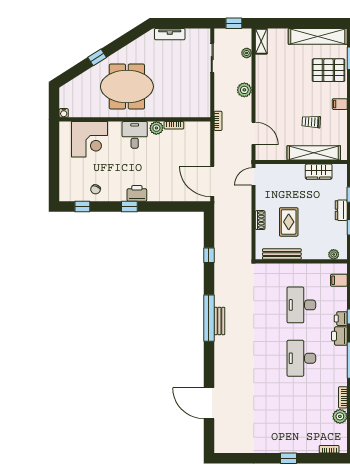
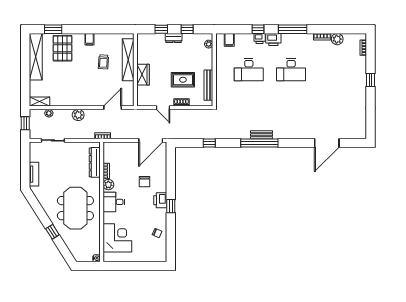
dresser: (185, 111) -> (95, 162), added
wardrobe: (319, 172) -> (143, 75), moved
chair: (160, 174) -> (145, 182), added
door: (254, 177) -> (163, 108), moved
window: (82, 207) -> (171, 243), removed

